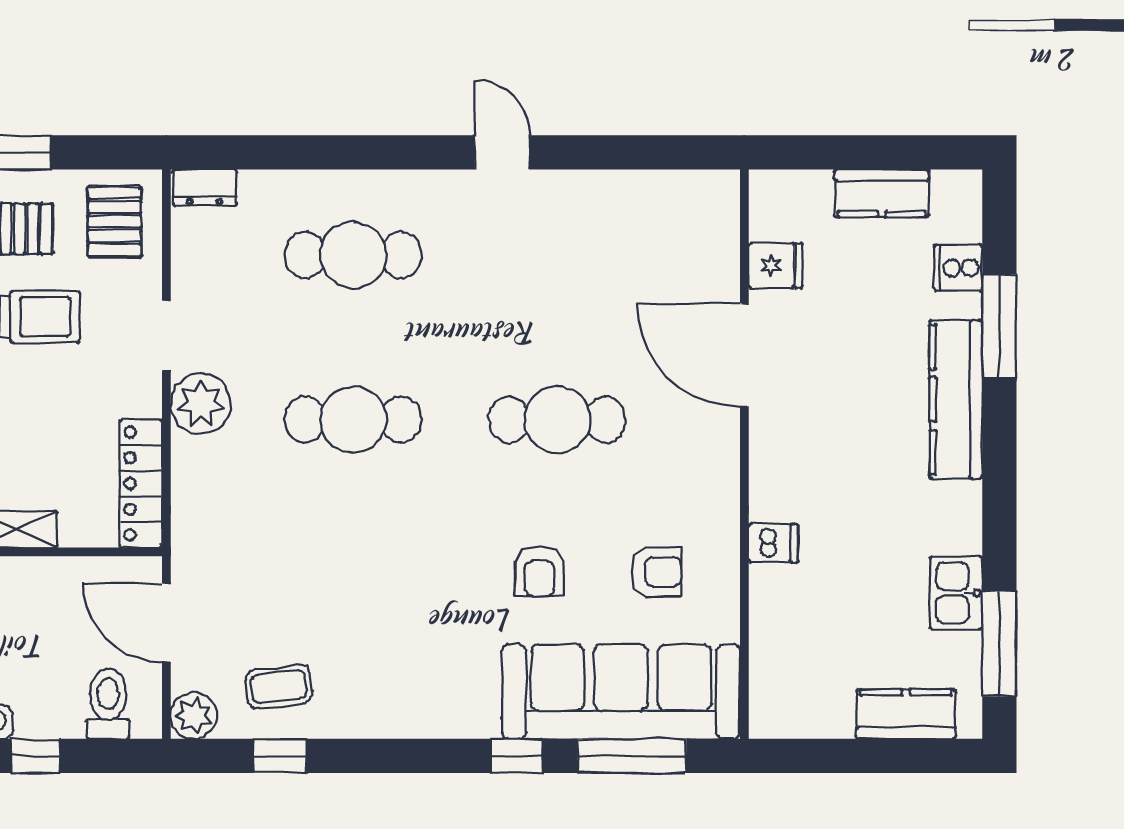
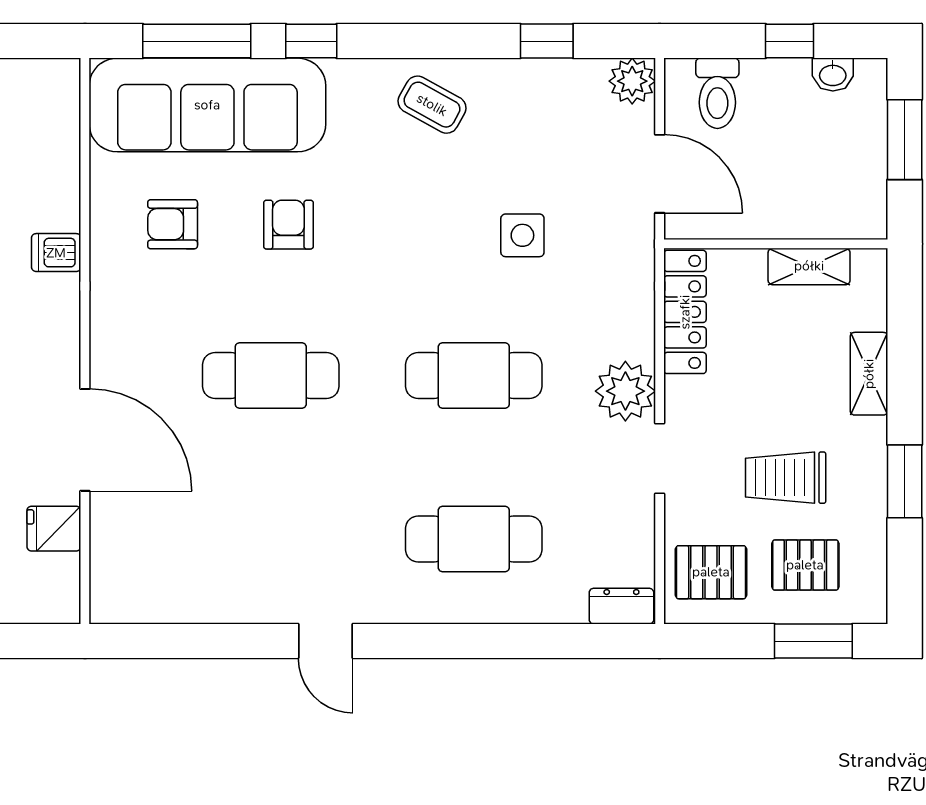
pallet: (115, 222) -> (711, 572), turned 90
side table: (304, 561) -> (522, 235), added
coffee table: (279, 687) -> (432, 105), moved, turned 36

